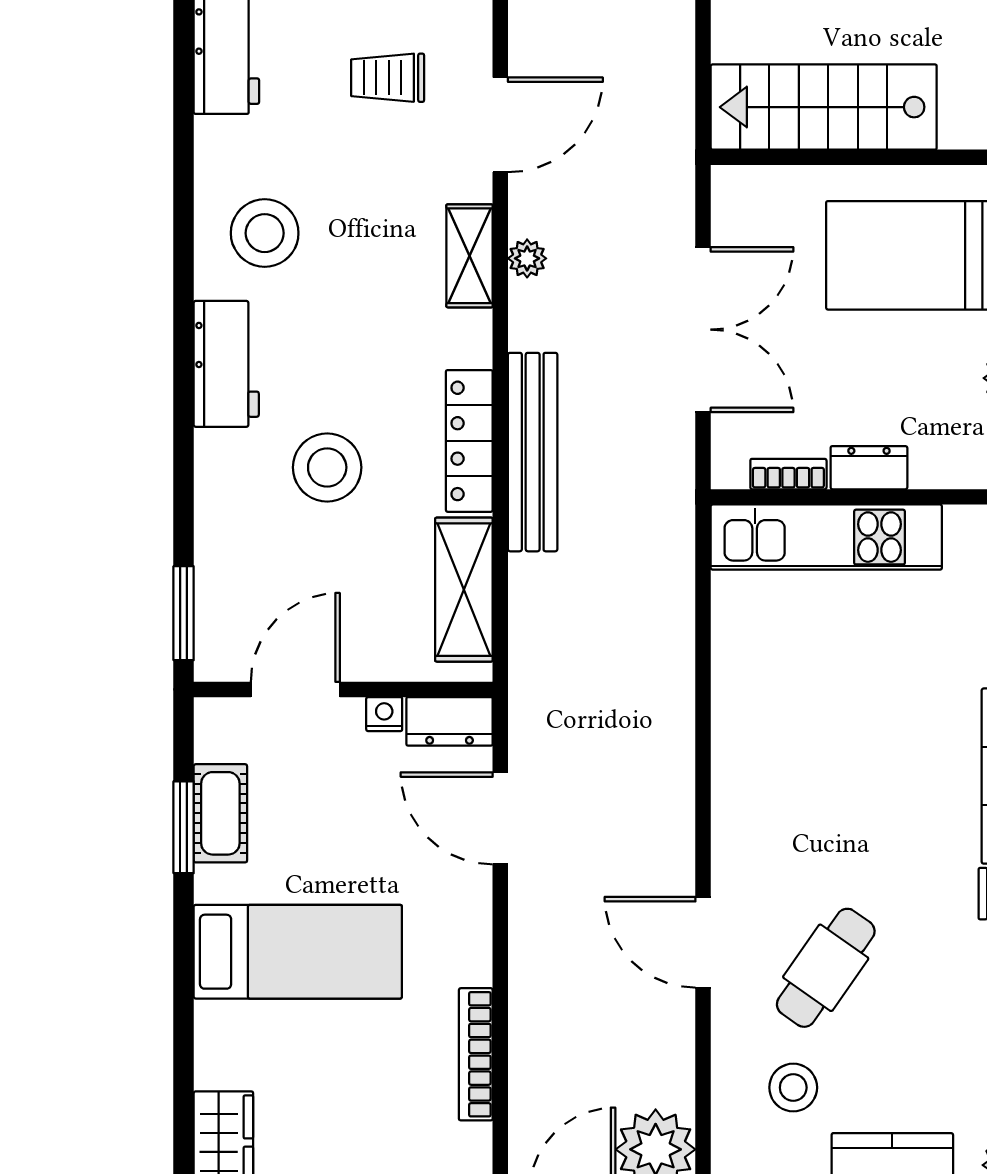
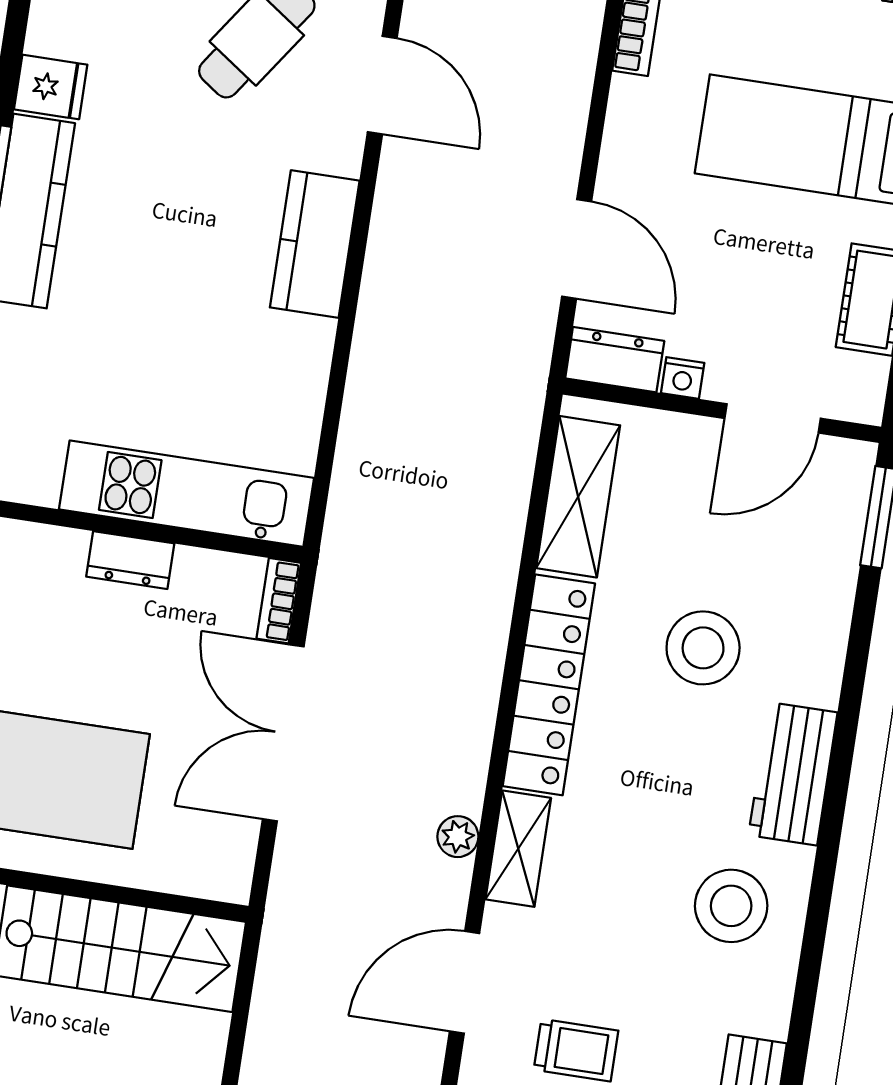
locker: (469, 441) -> (549, 685), width x1.41, depth x1.21
bench: (533, 452) -> (483, 631), removed
bookcase: (788, 474) -> (279, 601), moved, turned 90
kitchen counter: (743, 786) -> (315, 244), added

